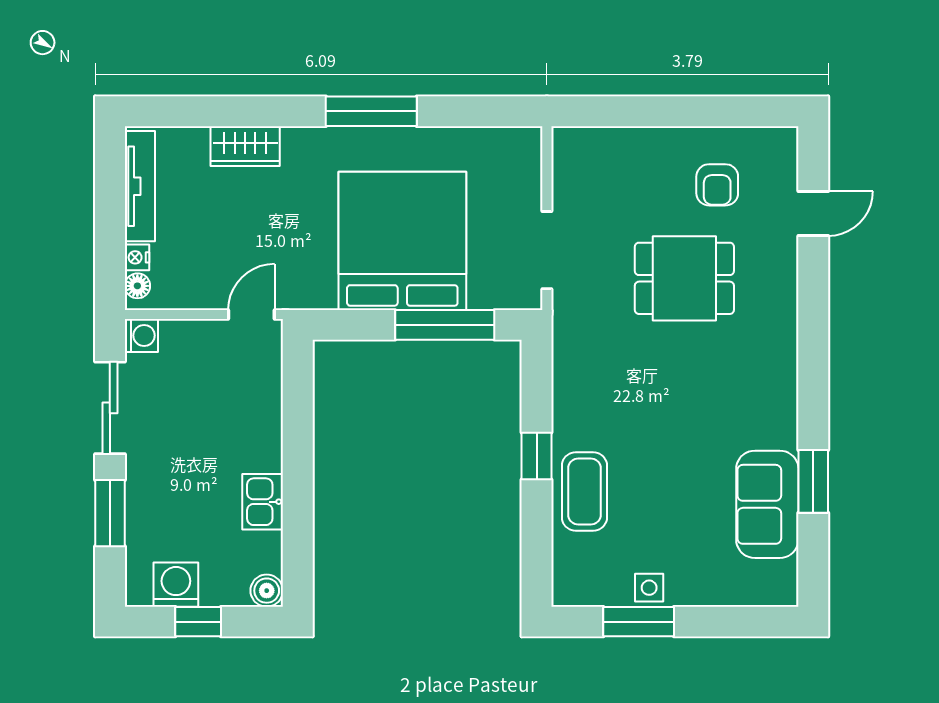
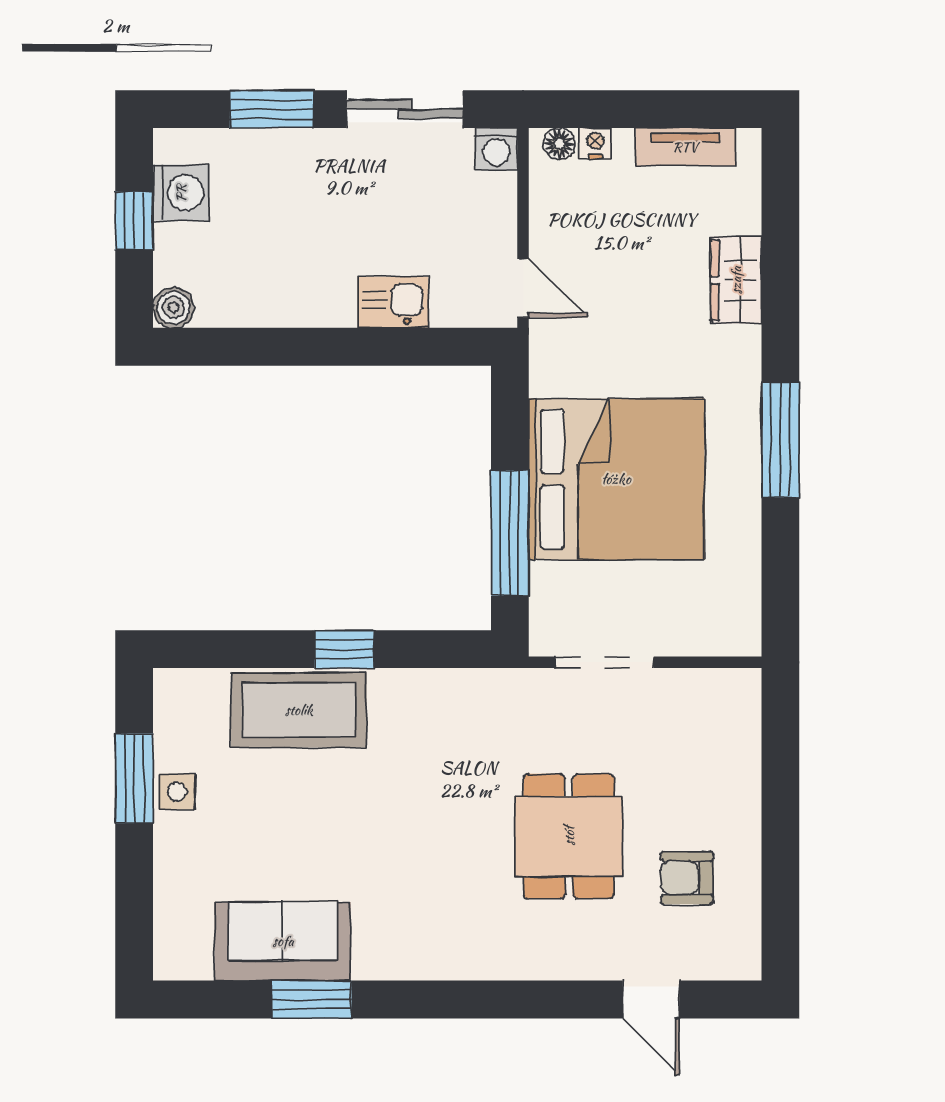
tv unit: (140, 186) -> (685, 147), width x0.71
coffee table: (584, 491) -> (299, 710), width x1.36, depth x1.32
kitchen sink: (263, 502) -> (393, 302), moved

